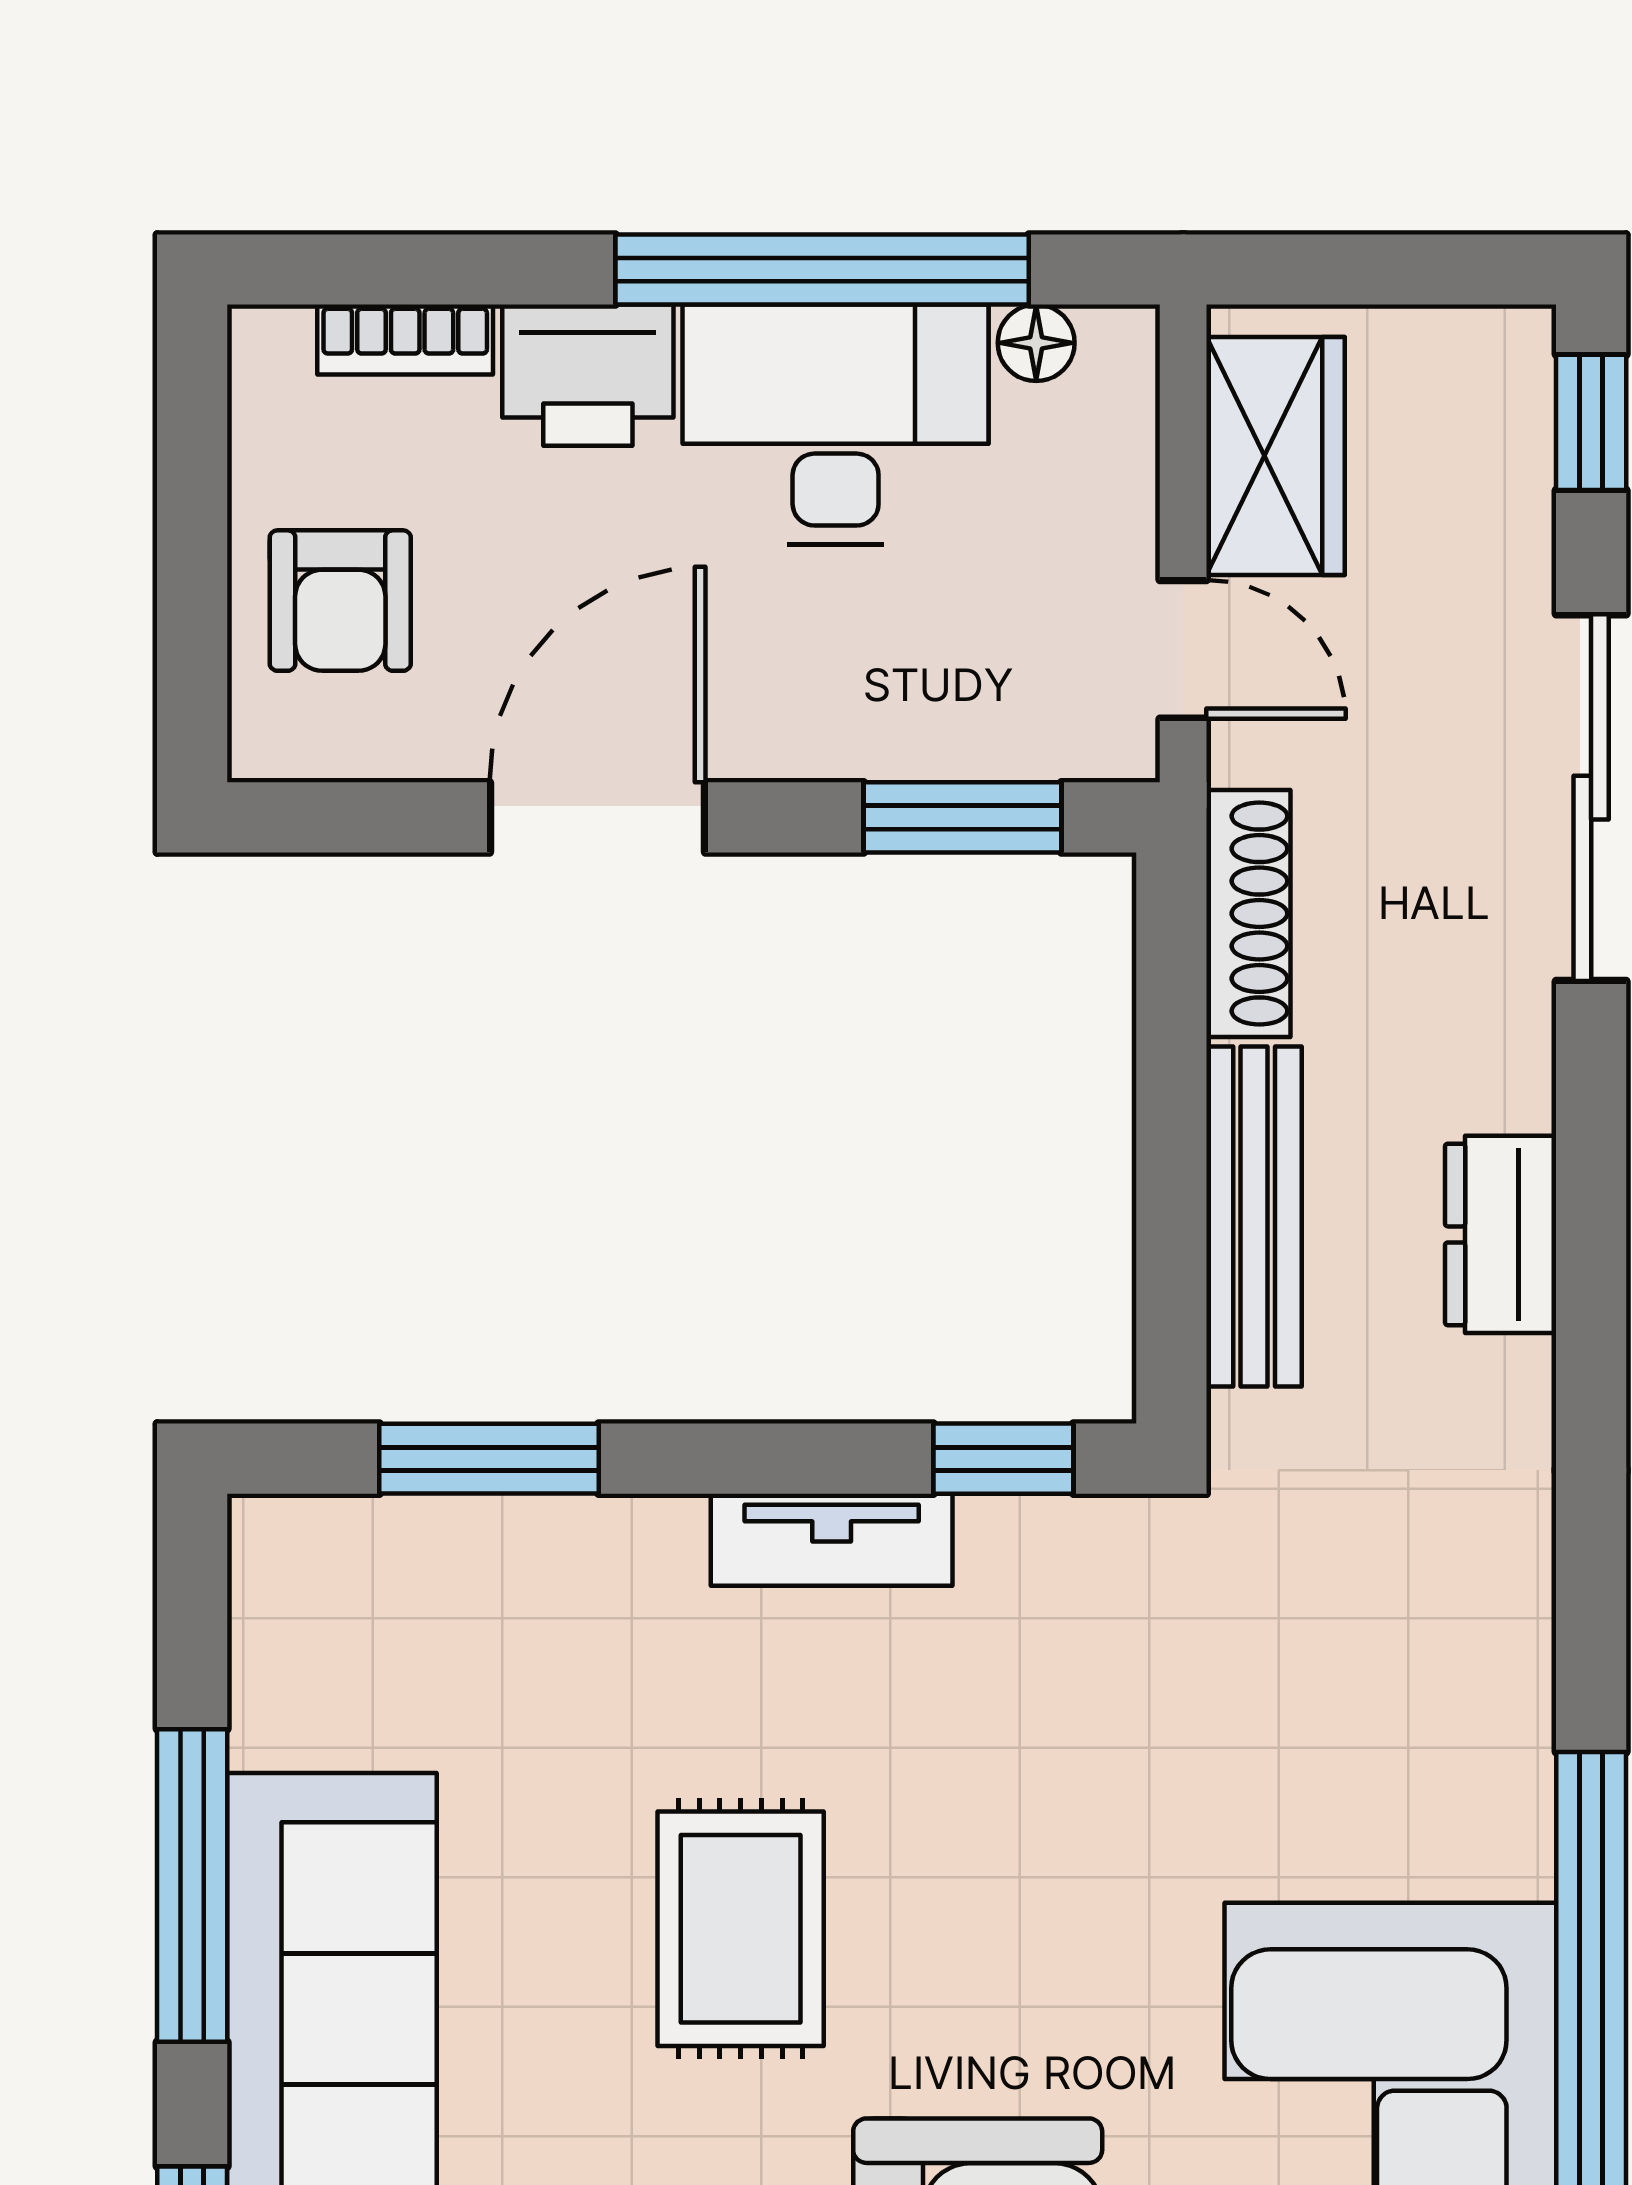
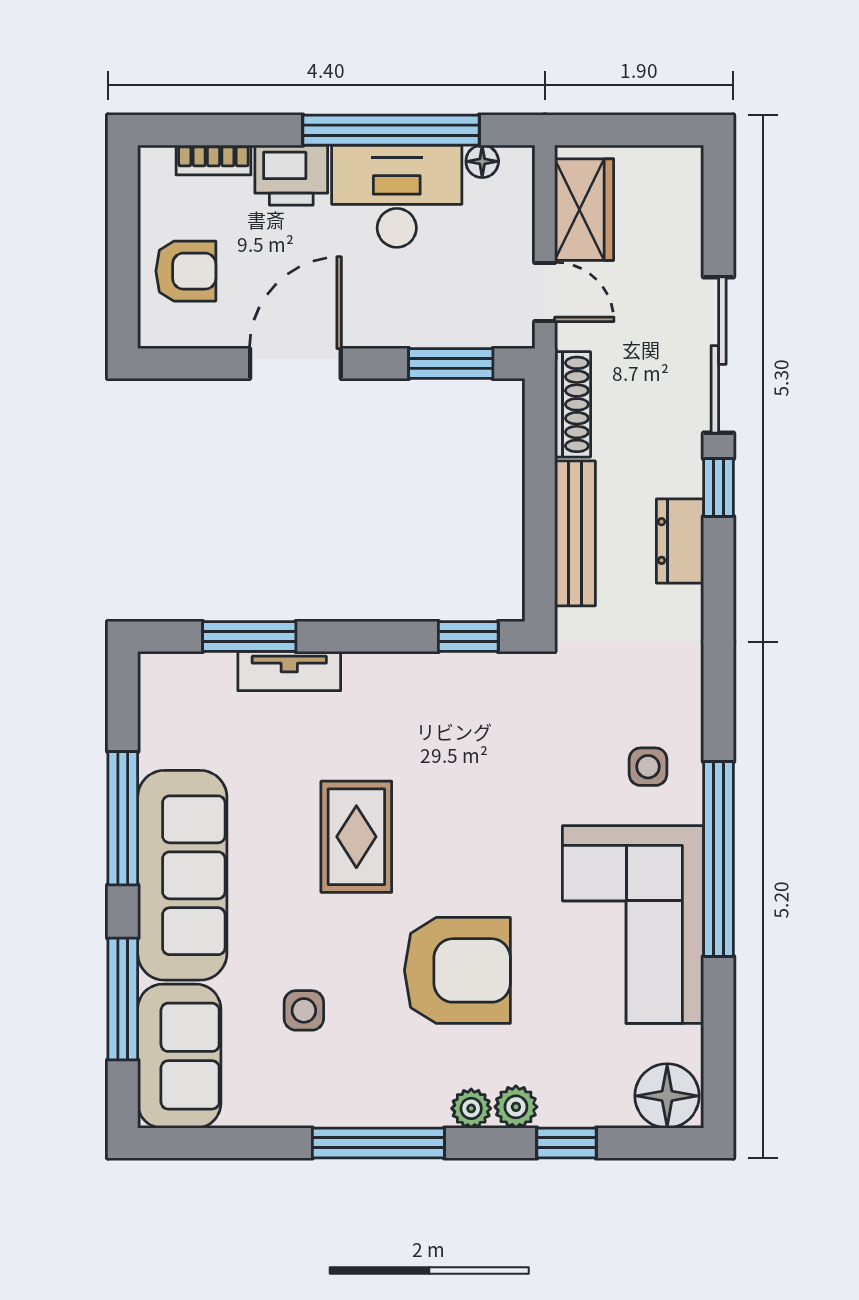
window: (1591, 422) -> (719, 488), moved
armchair: (340, 601) -> (186, 271), turned -90
tv unit: (832, 1540) -> (289, 671), moved
side table: (1425, 1764) -> (648, 767), added

